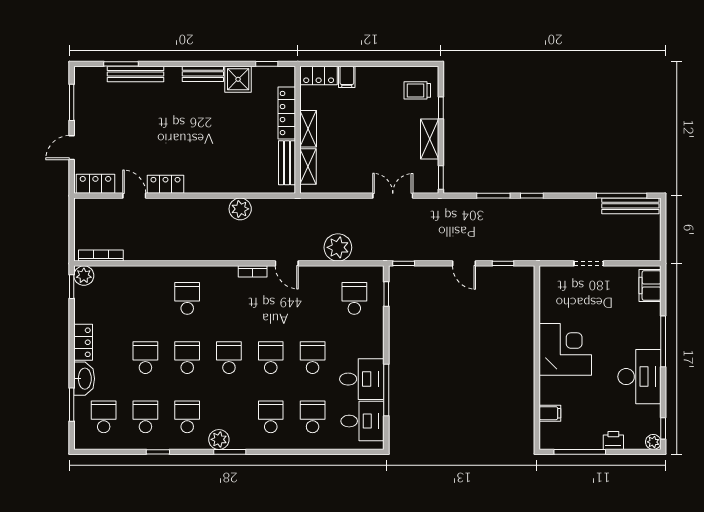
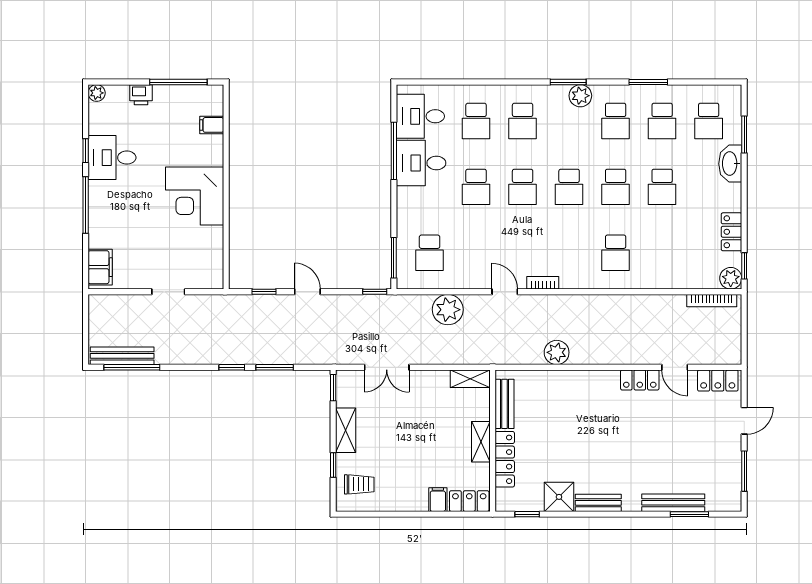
shelving: (308, 166) -> (470, 379), moved, turned 90
window: (386, 294) -> (394, 258), width x1.50
locker: (83, 342) -> (732, 232), moved
desk: (639, 377) -> (112, 158), width x0.73
window: (663, 428) -> (86, 151), moved
window: (158, 452) -> (648, 82), width x1.50

